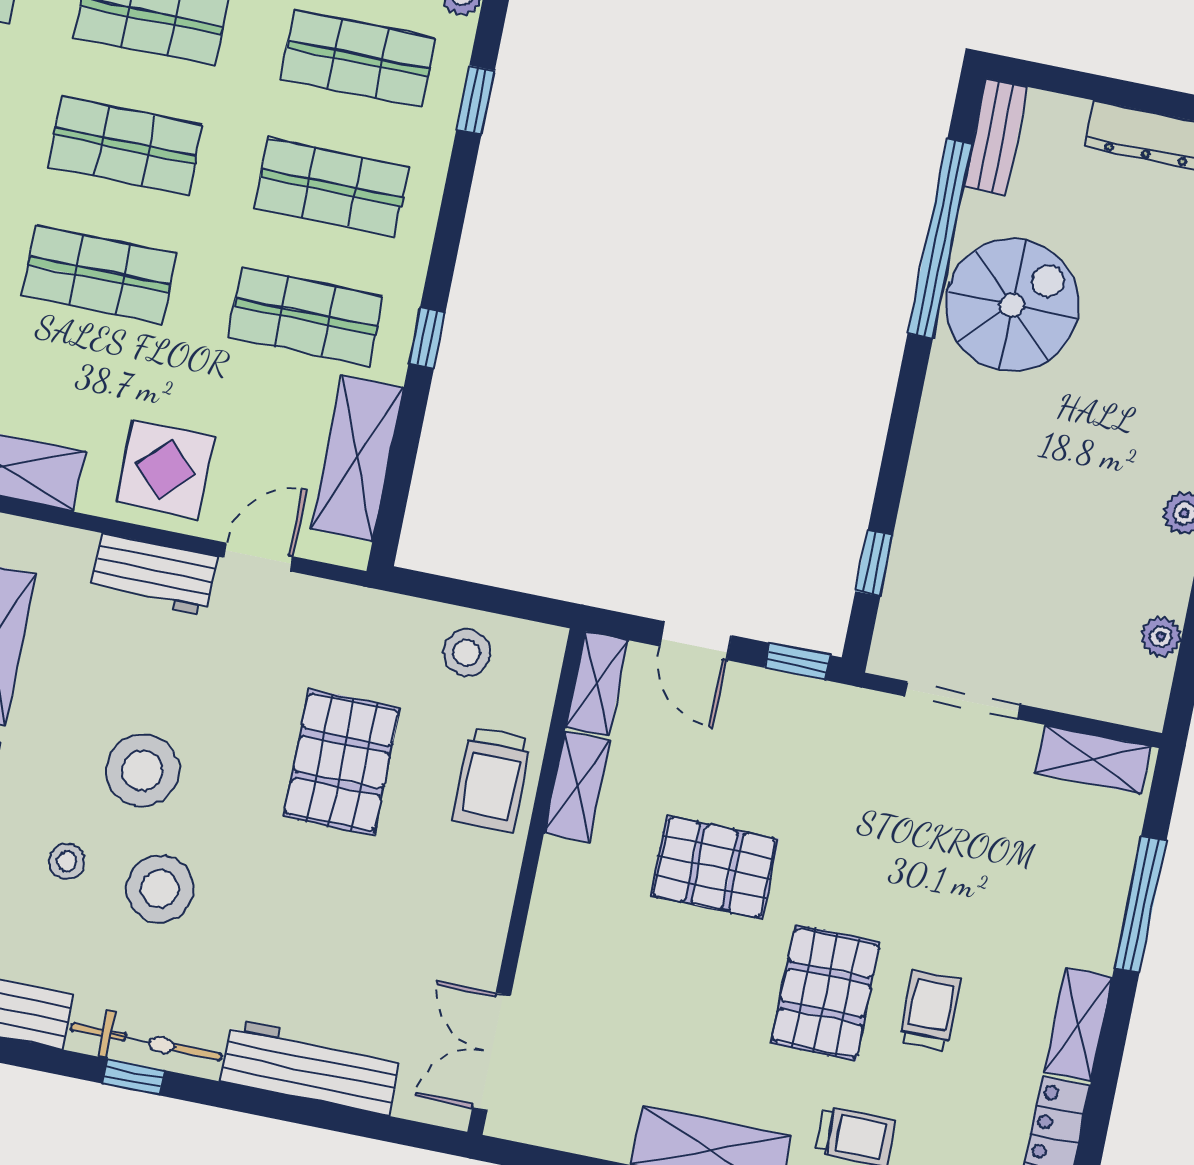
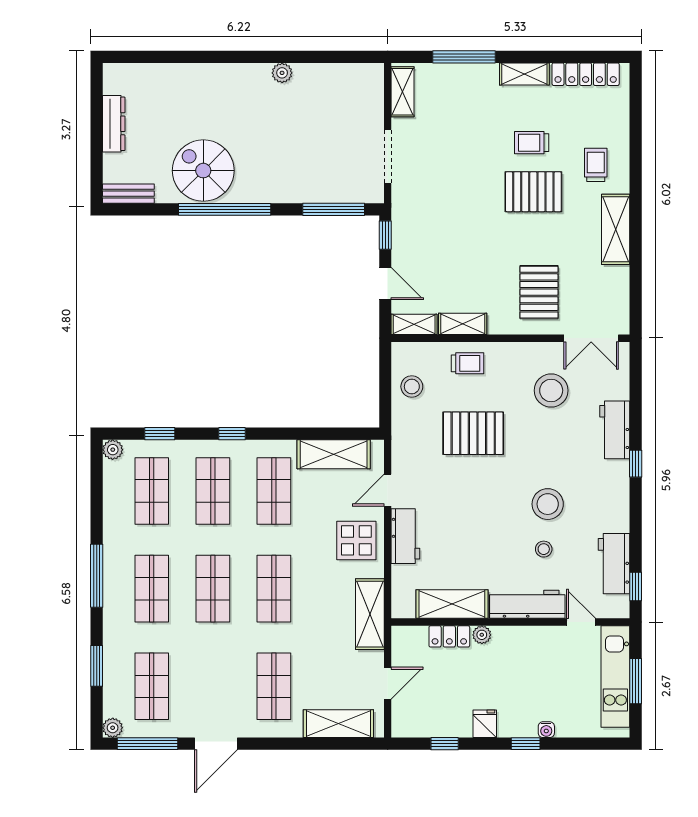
window: (940, 239) -> (225, 209), moved
window: (427, 338) -> (232, 434), moved
door: (258, 557) -> (388, 490), hinge flipped
window: (874, 563) -> (334, 209), width x2.17
plant: (1161, 637) -> (340, 72), removed
door: (695, 641) -> (385, 284), hinge flipped
stool: (143, 770) -> (551, 390), moved
trolley: (492, 780) -> (467, 363), width x0.73, depth x0.72
pallet: (714, 867) -> (539, 292), moved
bicycle: (146, 1042) -> (618, 496), removed
workbench: (311, 1067) -> (615, 430), width x0.73
window: (133, 1077) -> (636, 464), moved

